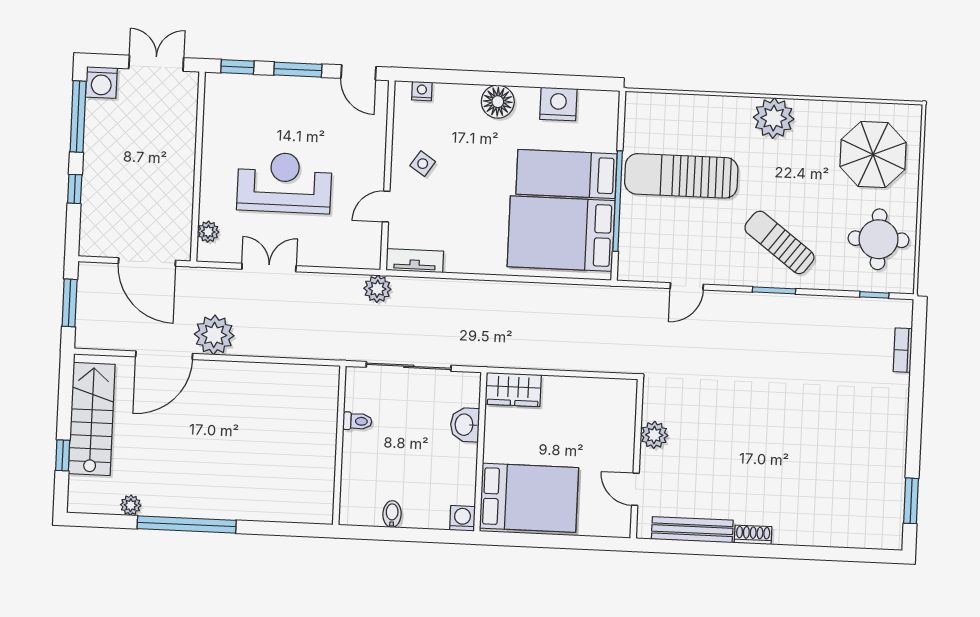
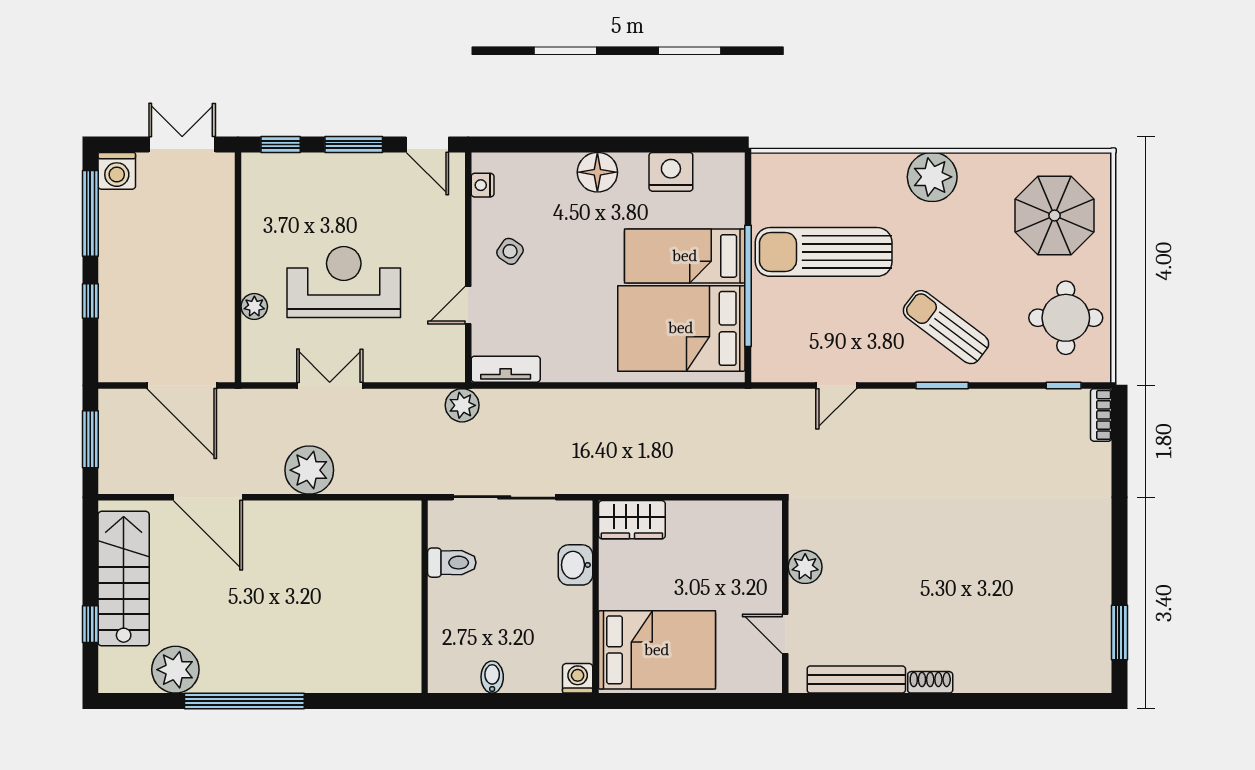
nightstand: (422, 91) -> (483, 185), moved, turned -90
plant: (208, 232) -> (254, 306), moved
plant: (214, 335) -> (309, 470), moved
bookcase: (903, 350) -> (1101, 415), moved
door: (164, 355) -> (208, 497), hinge flipped
toilet: (357, 421) -> (452, 563), width x1.37, depth x1.39
plant: (131, 505) -> (175, 670), width x1.88, depth x1.88

